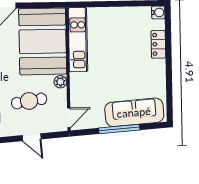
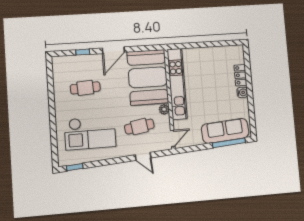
water cooler: (158, 12) -> (242, 92), moved
kitchen unit: (78, 40) -> (177, 84), width x1.36
window: (119, 129) -> (229, 143), moved

